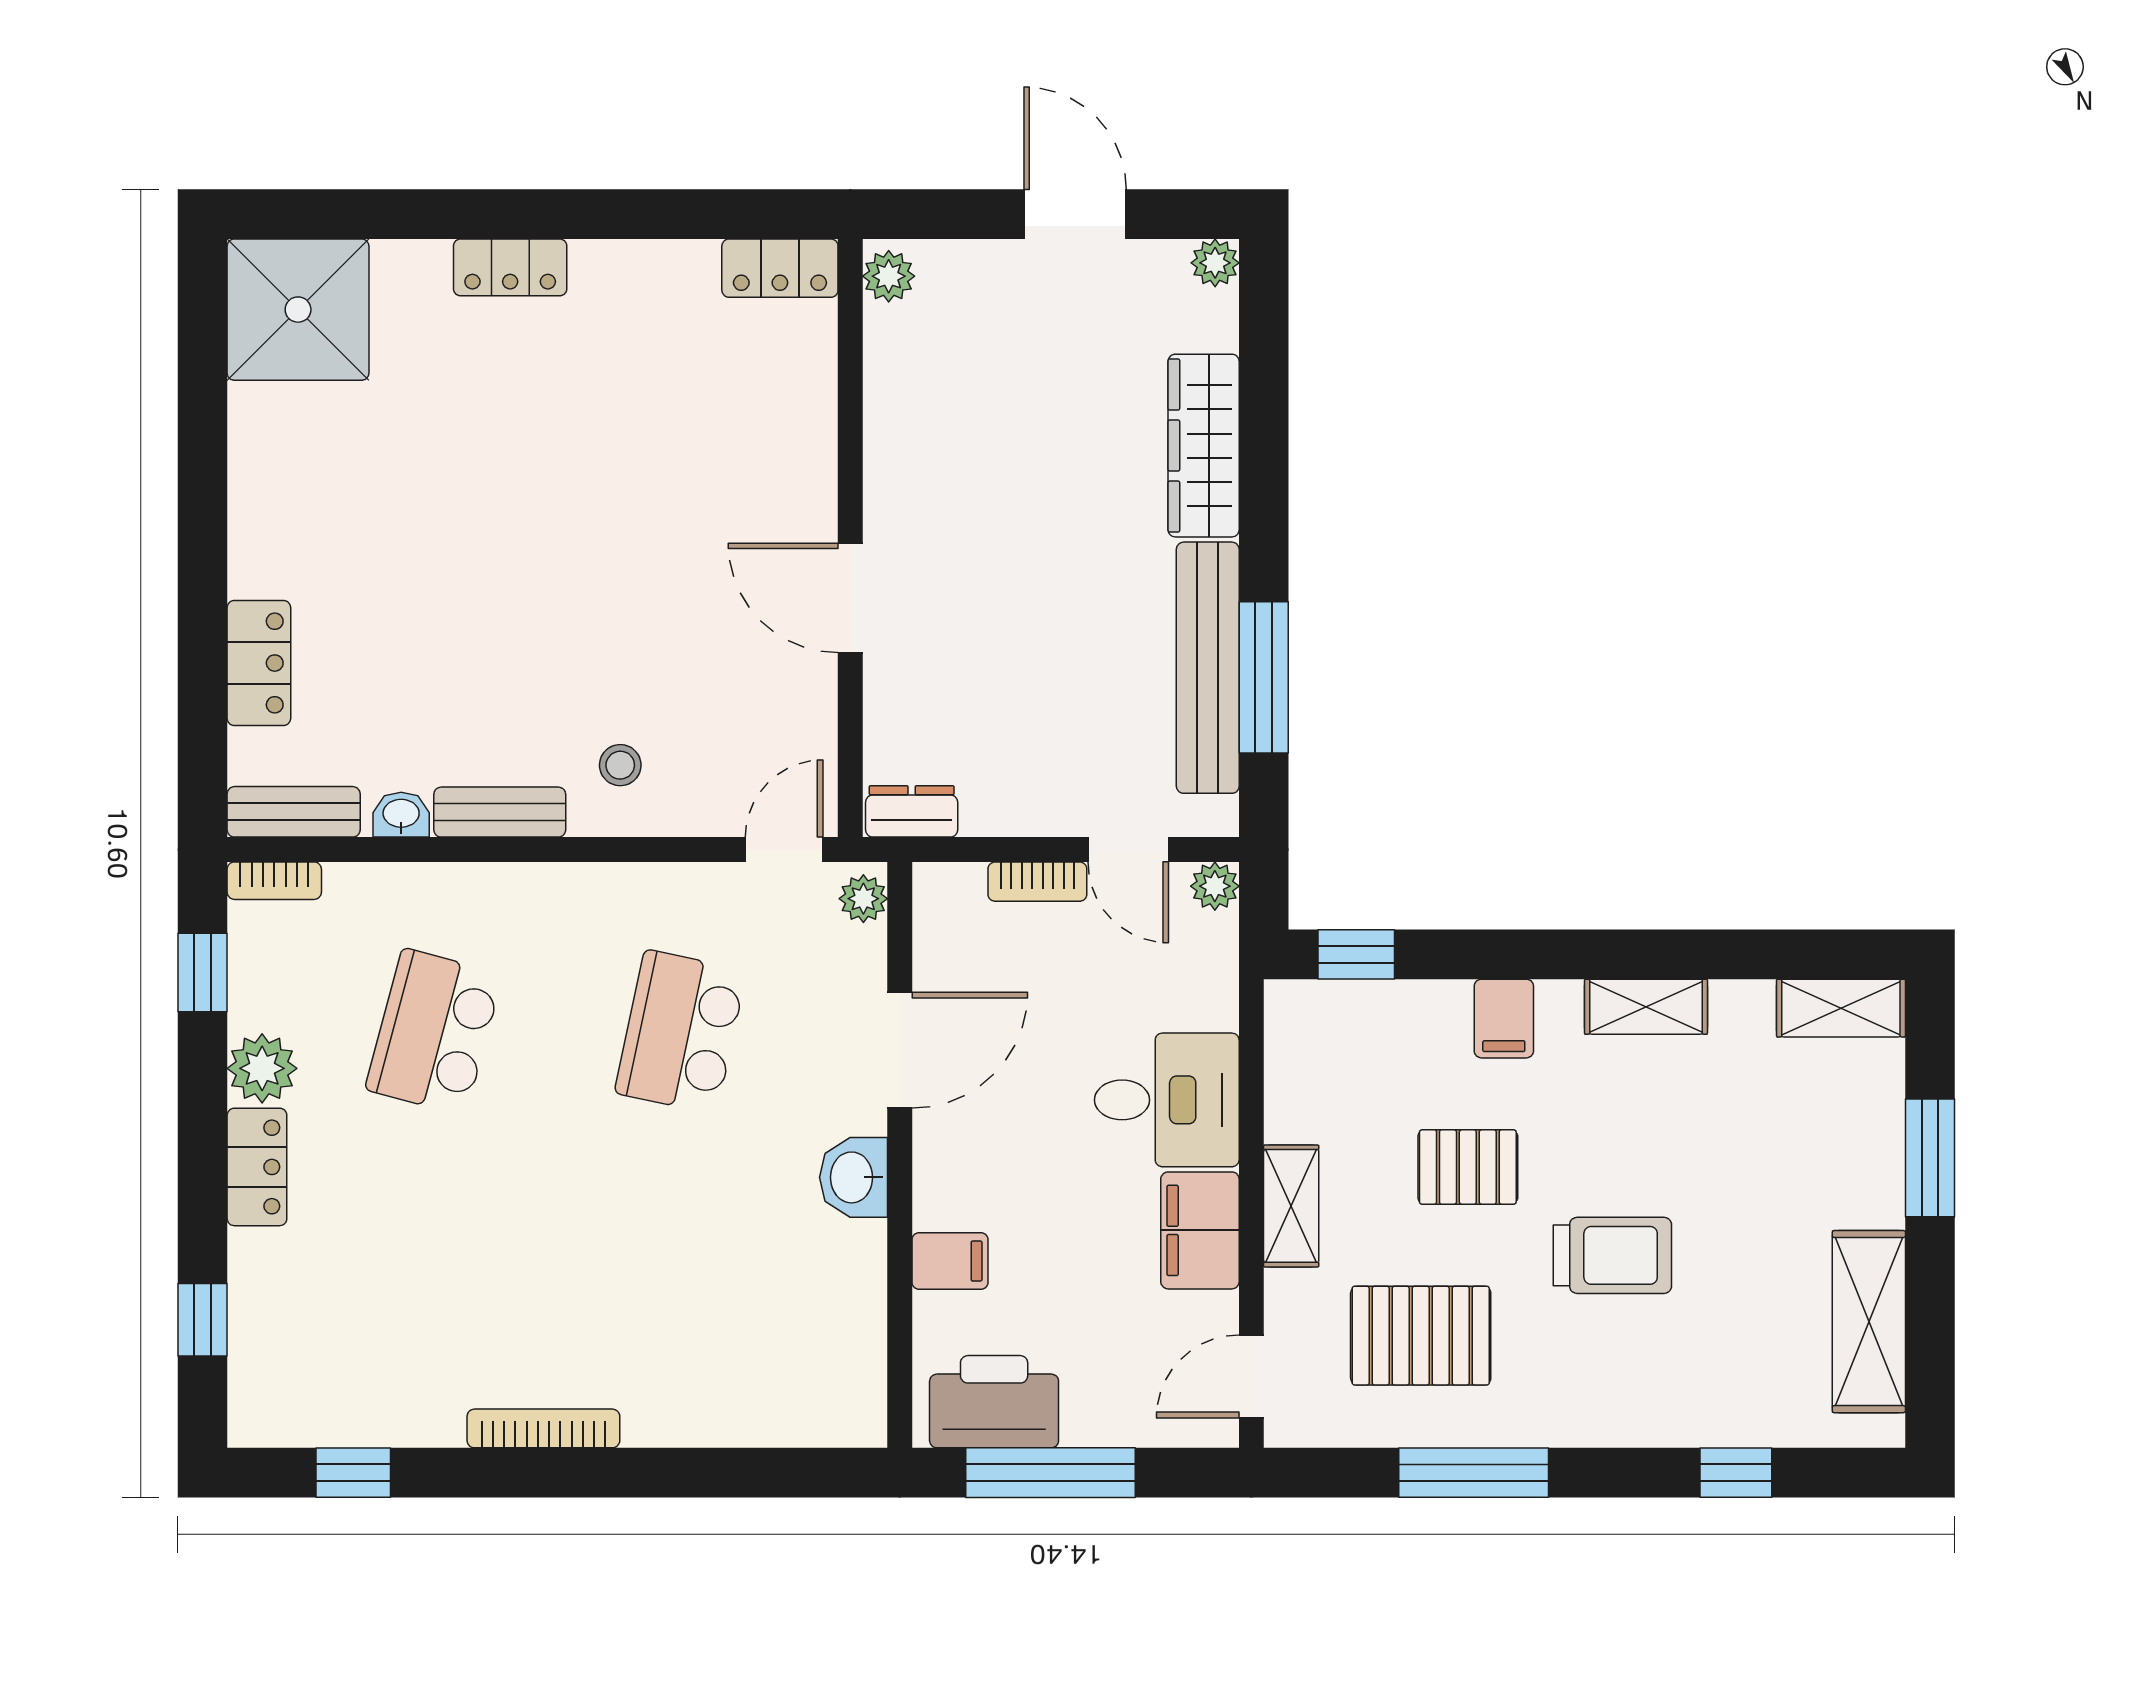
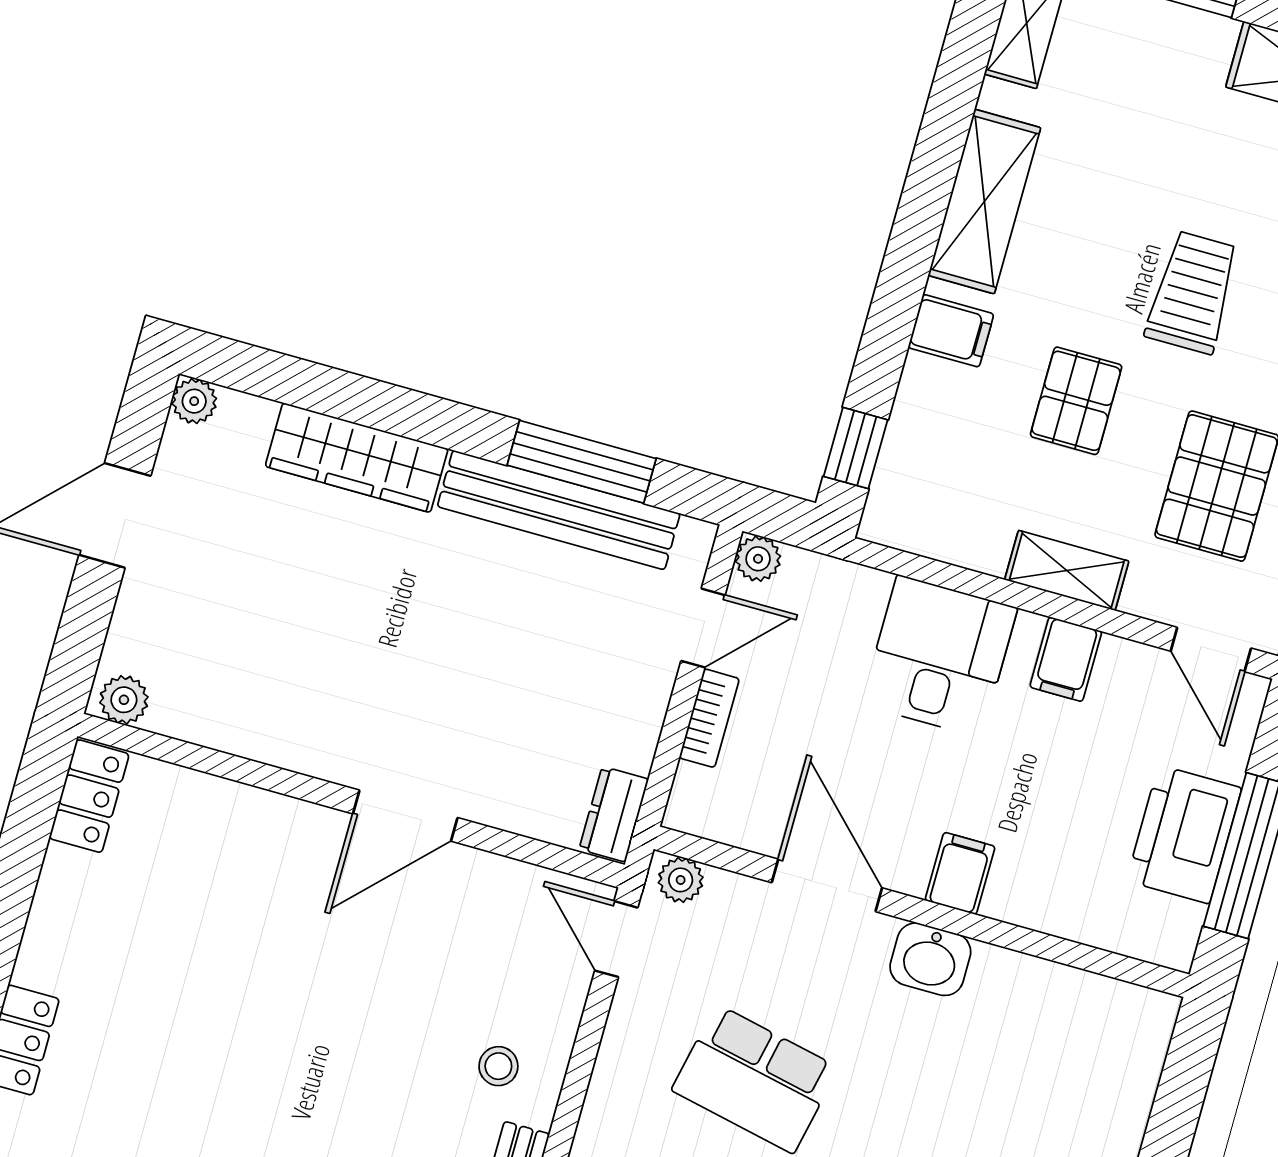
shelving: (1646, 1007) -> (984, 201), width x1.50, depth x1.33
filing cabinet: (1200, 1230) -> (1066, 659), width x0.50
filing cabinet: (950, 1261) -> (960, 873), moved
printer: (994, 1402) -> (1184, 834), moved

